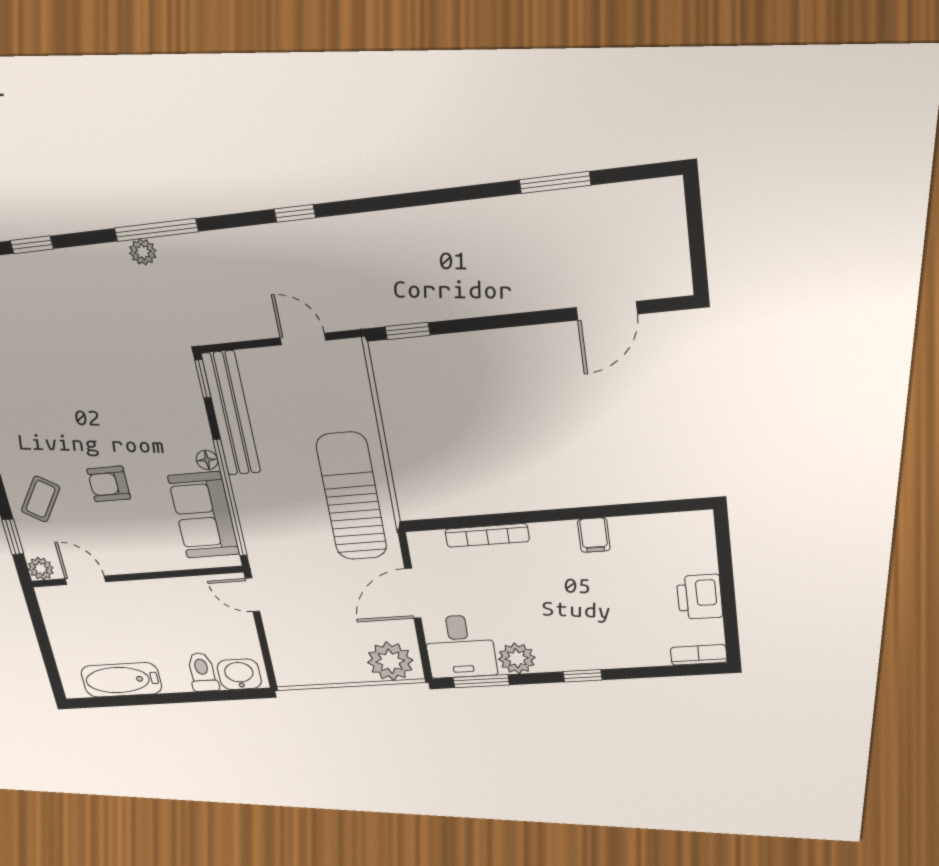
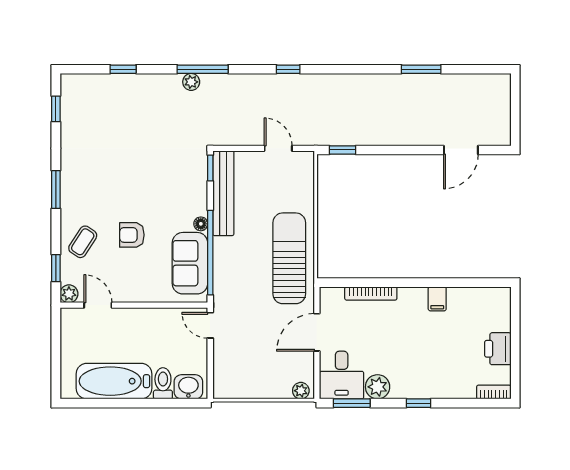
window: (555, 183) -> (421, 69), moved
plant: (390, 661) -> (301, 391), width x0.53, depth x0.53
bathtub: (121, 680) -> (114, 381), width x1.36, depth x1.36

